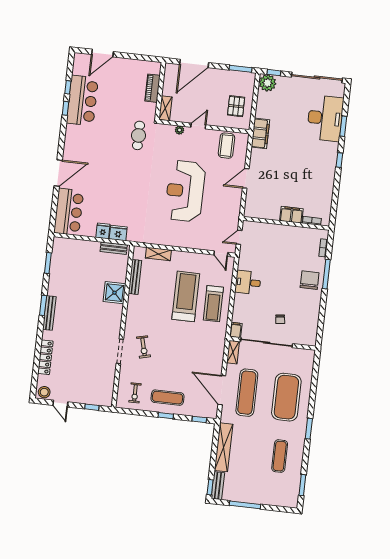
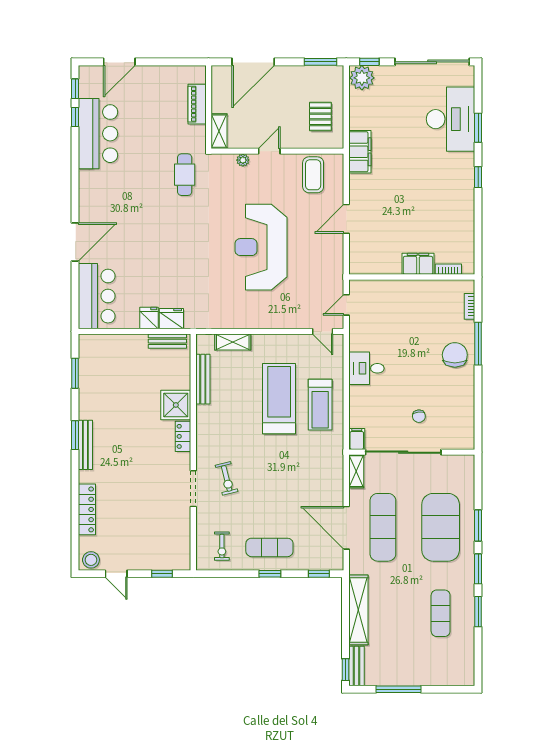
window: (66, 108) -> (75, 89), moved
locker: (117, 315) -> (183, 436), added
window: (312, 399) -> (478, 526), added
window: (302, 485) -> (478, 612), moved

